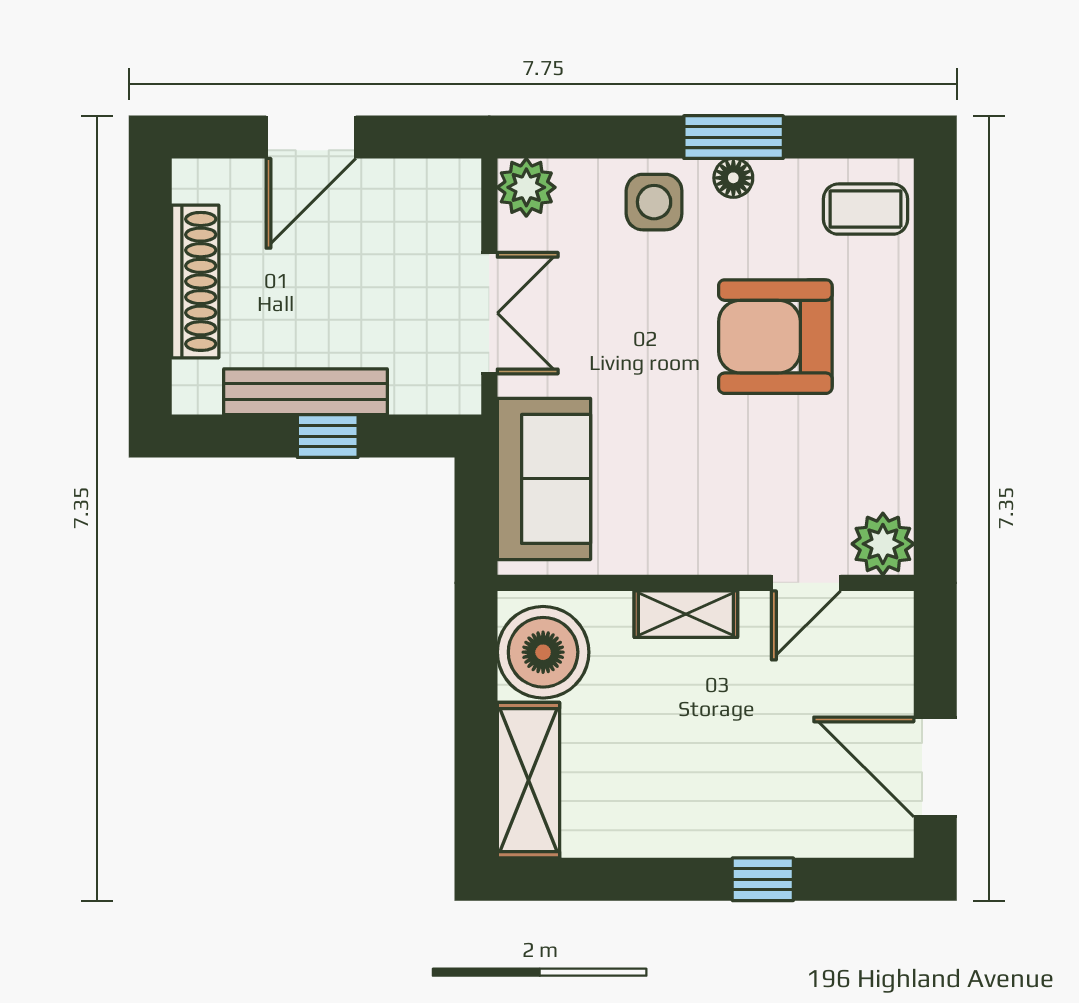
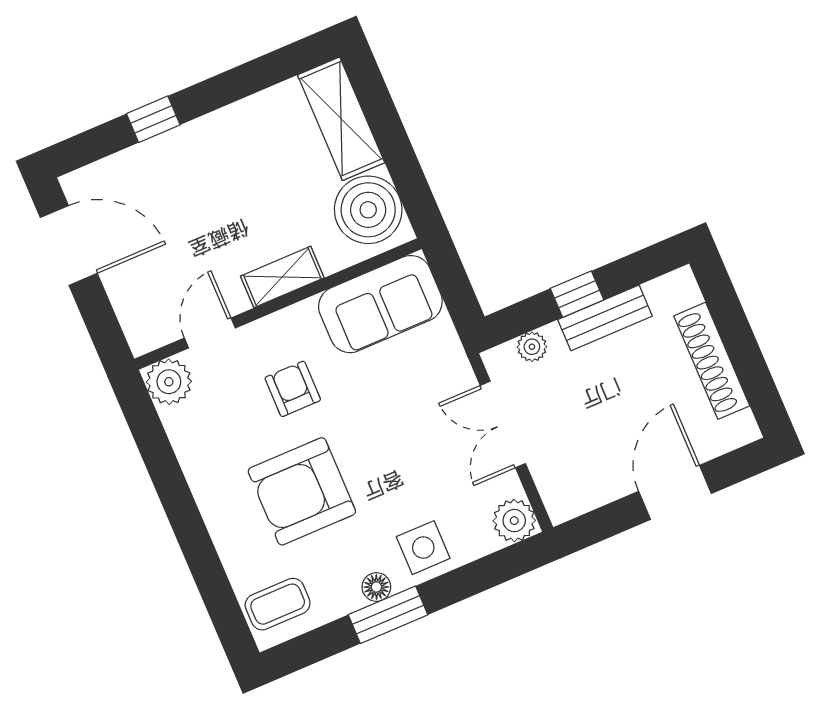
armchair: (775, 337) -> (302, 491), turned 180
bench: (305, 392) -> (605, 318), width x0.73
plant: (412, 395) -> (532, 347), added
armchair: (732, 469) -> (293, 389), added
sofa: (544, 479) -> (380, 304), moved, turned -90

